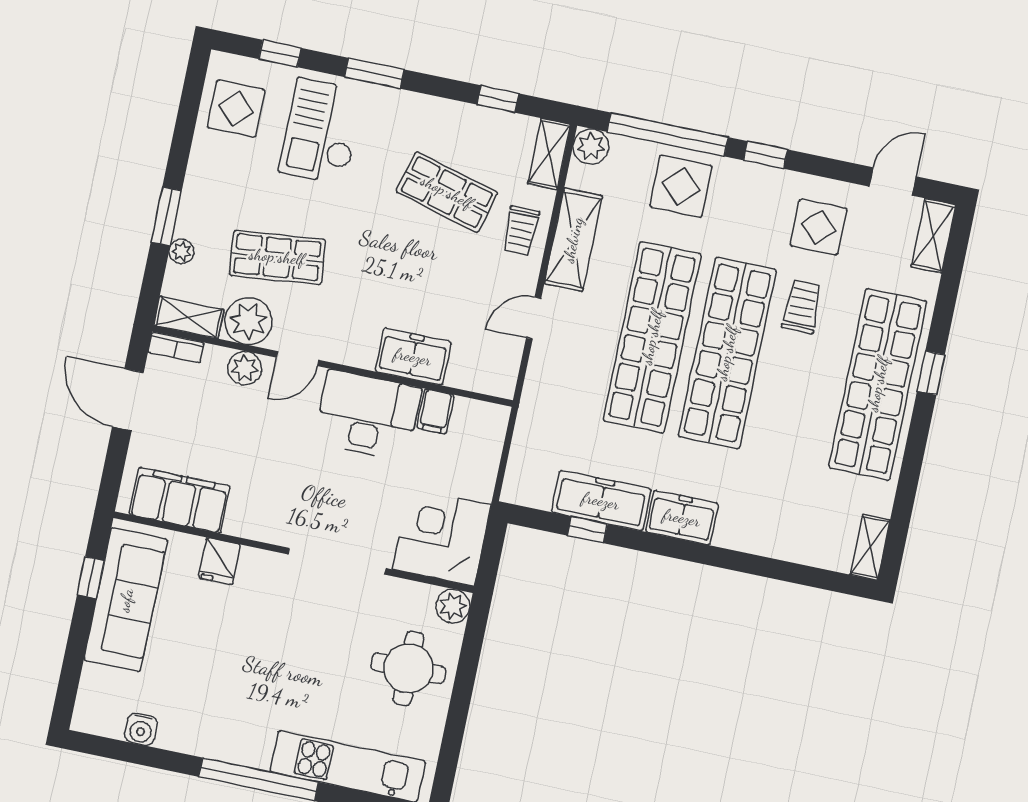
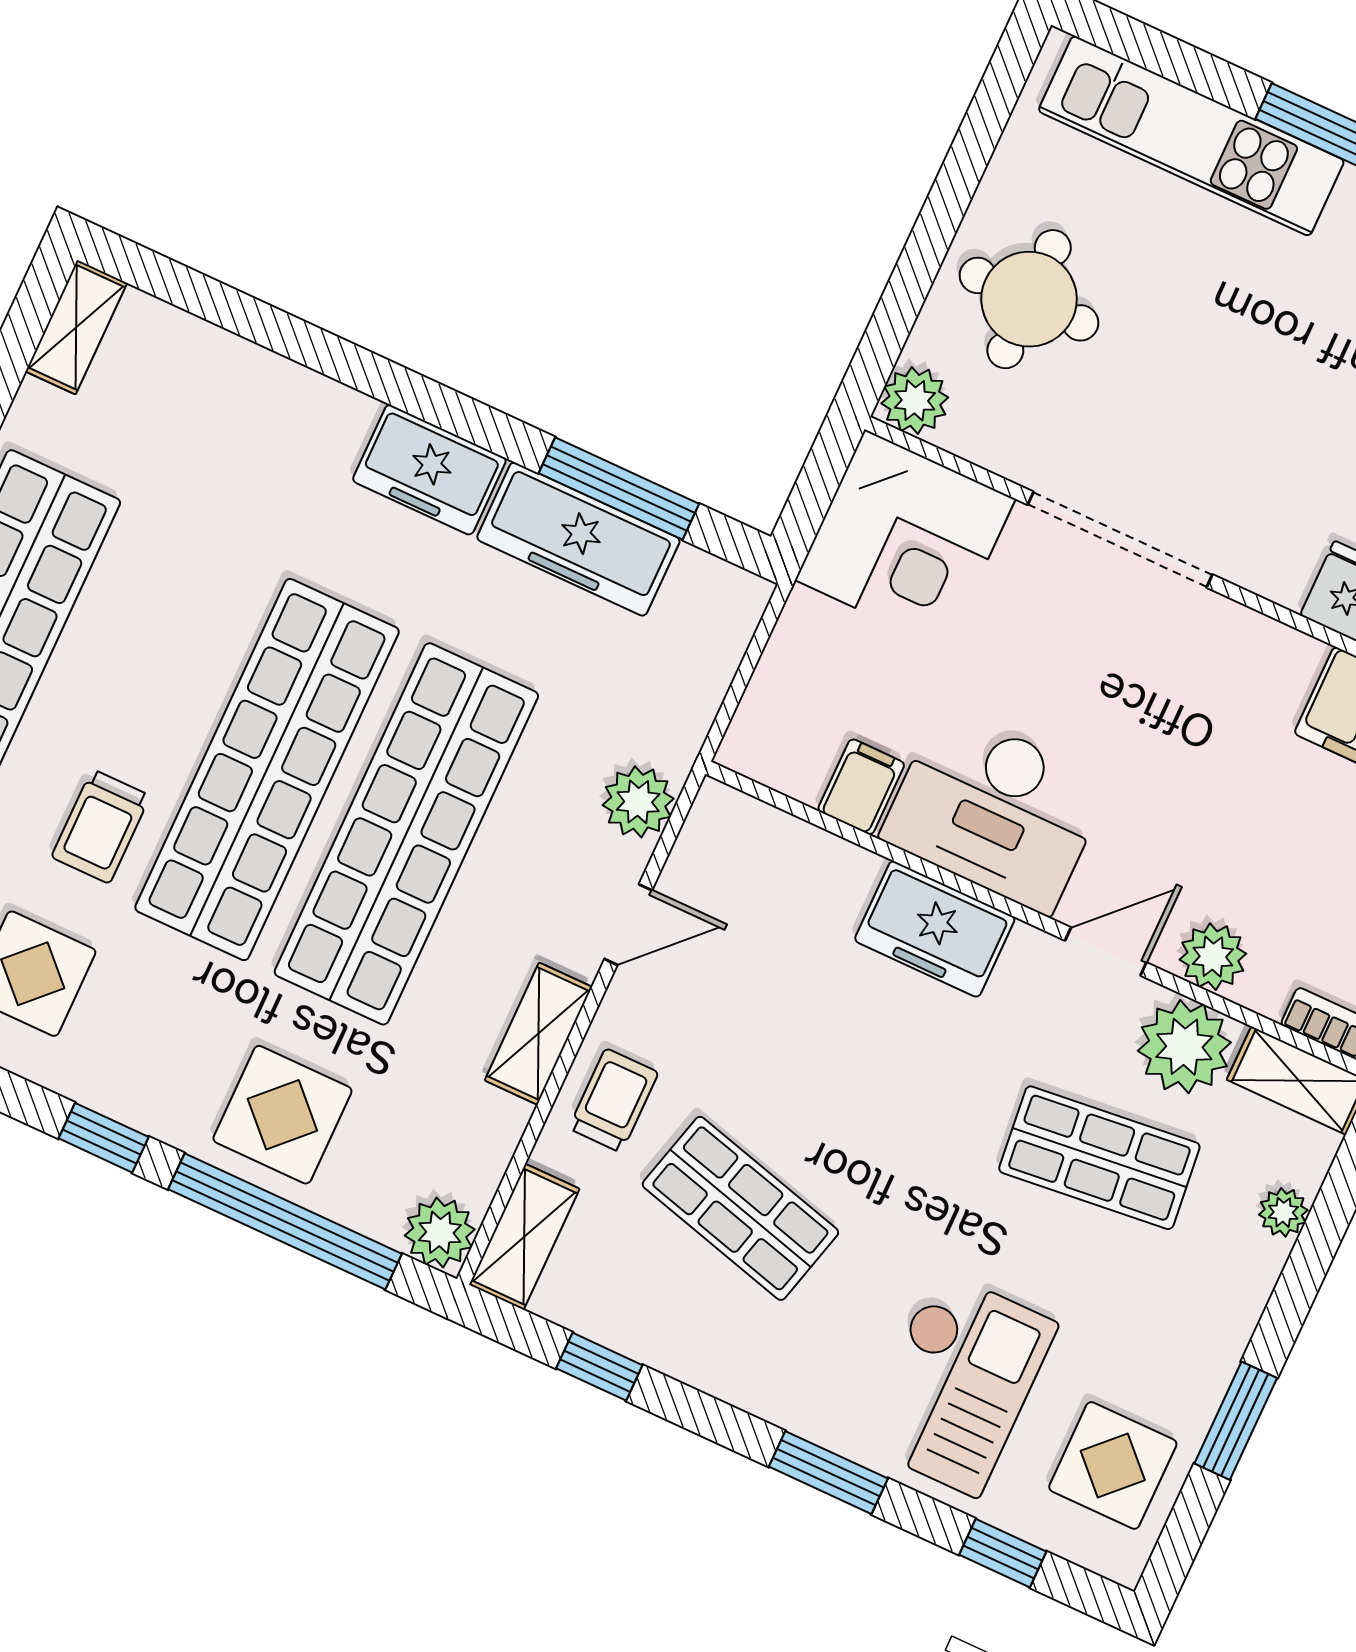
window: (166, 216) -> (1236, 1421), moved
shelving: (573, 240) -> (538, 1034), width x0.67, depth x0.75
freezer: (413, 357) -> (935, 929), moved
plant: (543, 379) -> (638, 802), added
window: (587, 530) -> (619, 488), width x2.17

